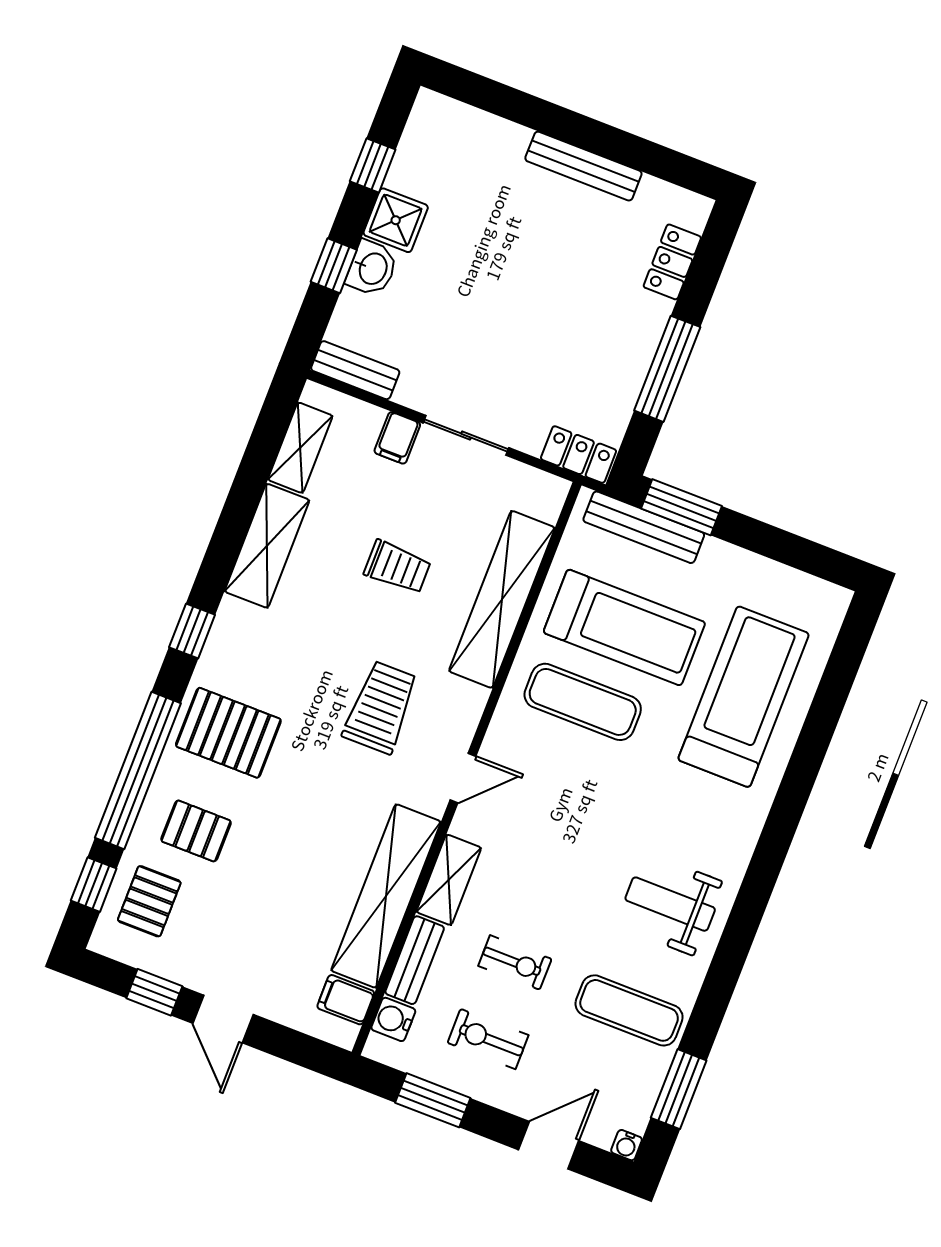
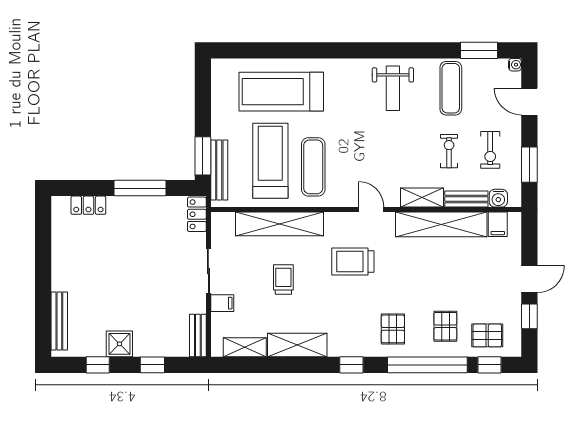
bench: (583, 166) -> (59, 321), moved
washbasin: (372, 268) -> (147, 346), removed
pallet: (228, 733) -> (393, 329), width x0.67, depth x0.71

